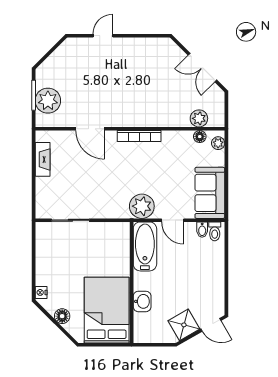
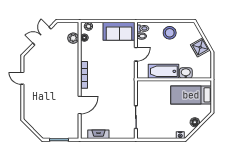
door: (103, 36) -> (22, 78), moved
double door: (202, 68) -> (42, 36), swing flipped
plant: (48, 101) -> (62, 131), removed
plant: (142, 206) -> (127, 73), removed
bathtub: (145, 246) -> (163, 71), moved
stool: (208, 275) -> (170, 33), added
bed: (107, 310) -> (191, 95), width x0.67
door: (211, 325) -> (200, 31), removed

